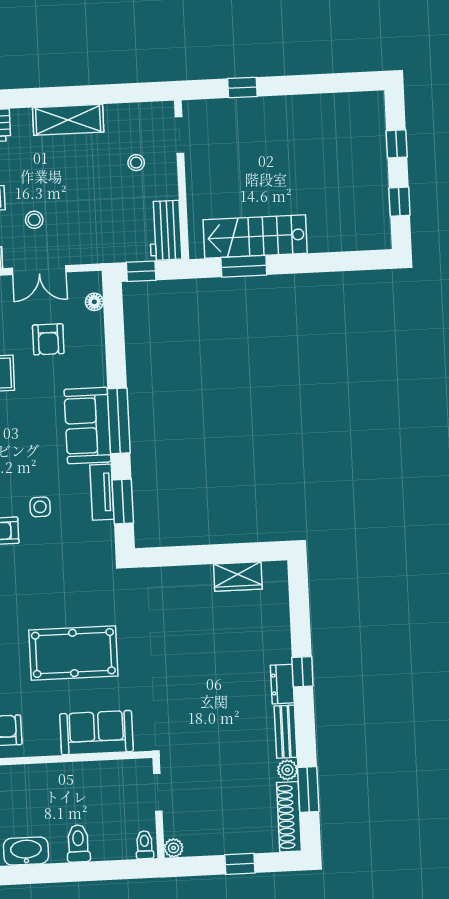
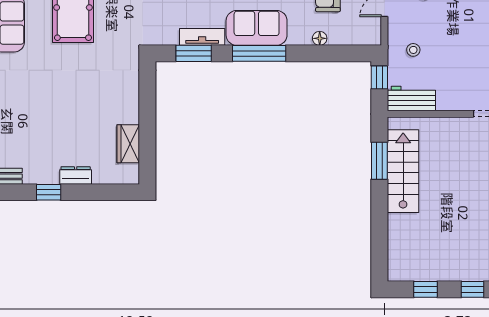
stool: (136, 163) -> (413, 50), moved
floor lamp: (94, 302) -> (320, 38), moved
dresser: (282, 684) -> (76, 175), moved

